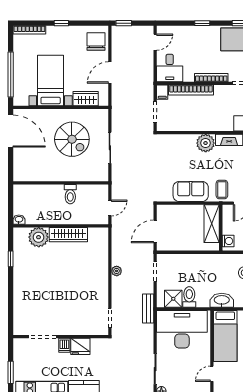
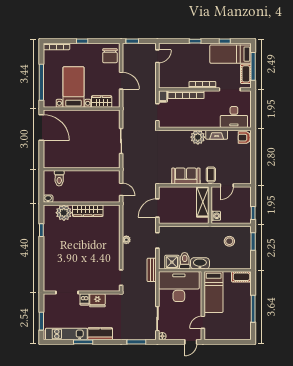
chair: (96, 41) -> (110, 56), turned 180
desk: (170, 68) -> (169, 77), removed
door: (110, 73) -> (121, 81), swing flipped
spiral stairs: (72, 139) -> (91, 134), removed
toilet: (70, 194) -> (59, 178), moved
door: (110, 208) -> (121, 189), hinge flipped
washbasin: (222, 300) -> (200, 263), moved

